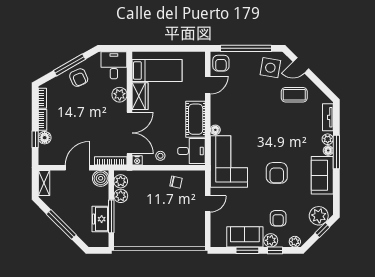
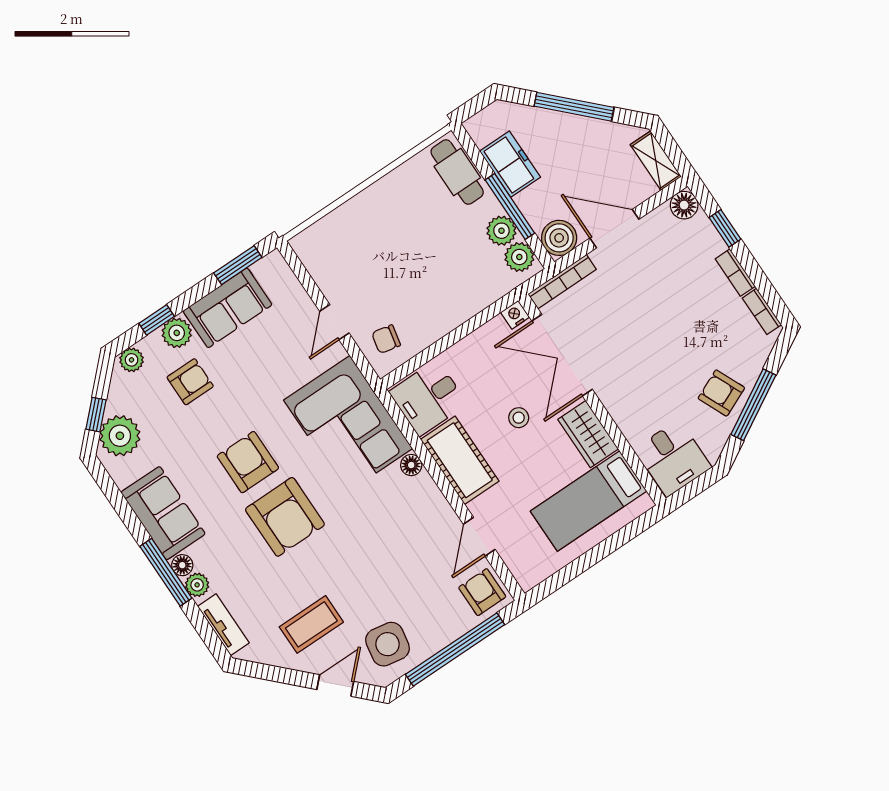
plant: (120, 95) -> (627, 412), removed
floor lamp: (45, 138) -> (684, 205), moved
armchair: (277, 143) -> (285, 517), added
stool: (160, 156) -> (519, 418), moved
door: (77, 168) -> (614, 229), swing flipped
chair: (176, 182) -> (386, 339), moved
window: (111, 216) -> (510, 207), moved
armchair: (278, 218) -> (190, 382), turned 90
cafe table: (123, 230) -> (457, 172), added
window: (247, 250) -> (238, 265), moved

